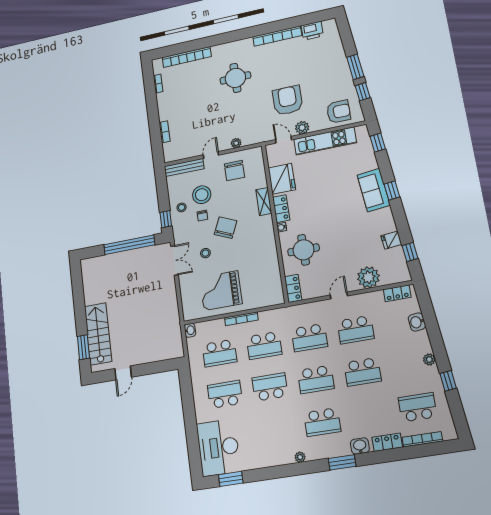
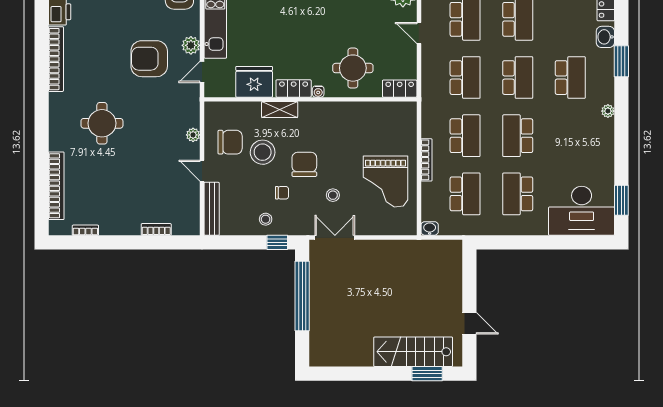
stool: (202, 195) -> (263, 152), moved
chair: (226, 228) -> (304, 164), turned 66

